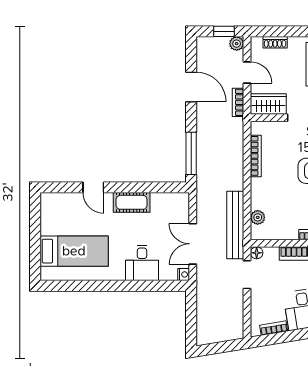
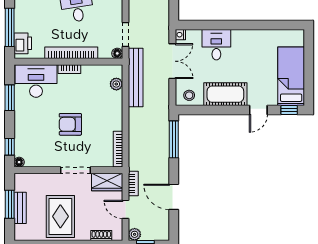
bookcase: (256, 156) -> (118, 149), moved
window: (58, 187) -> (289, 110), added
door: (93, 187) -> (258, 110), swing flipped
cot: (132, 202) -> (225, 94), width x1.37, depth x1.34
stool: (173, 204) -> (189, 95), added
bed: (74, 251) -> (291, 76), moved, turned 90

